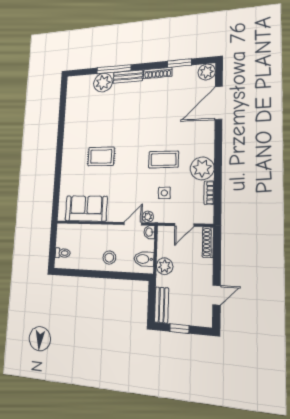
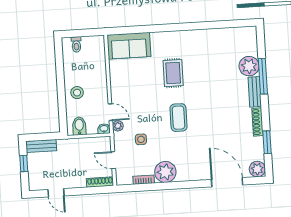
coffee table: (163, 159) -> (179, 118), moved
sofa: (86, 209) -> (129, 46), moved, turned 90
plant: (165, 266) -> (75, 146), removed

